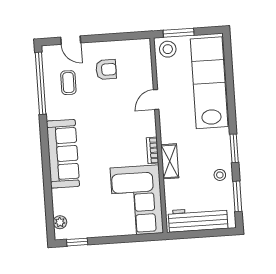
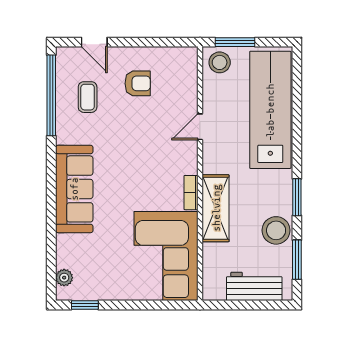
shelving: (170, 161) -> (216, 208), width x1.50, depth x1.33
stool: (220, 175) -> (276, 230), width x1.89, depth x1.89
workbench: (198, 220) -> (254, 286), width x0.73

